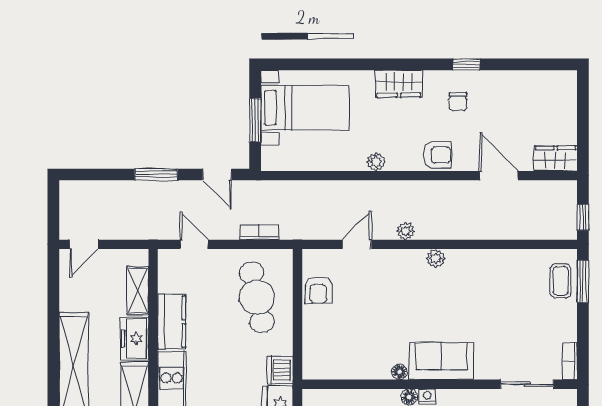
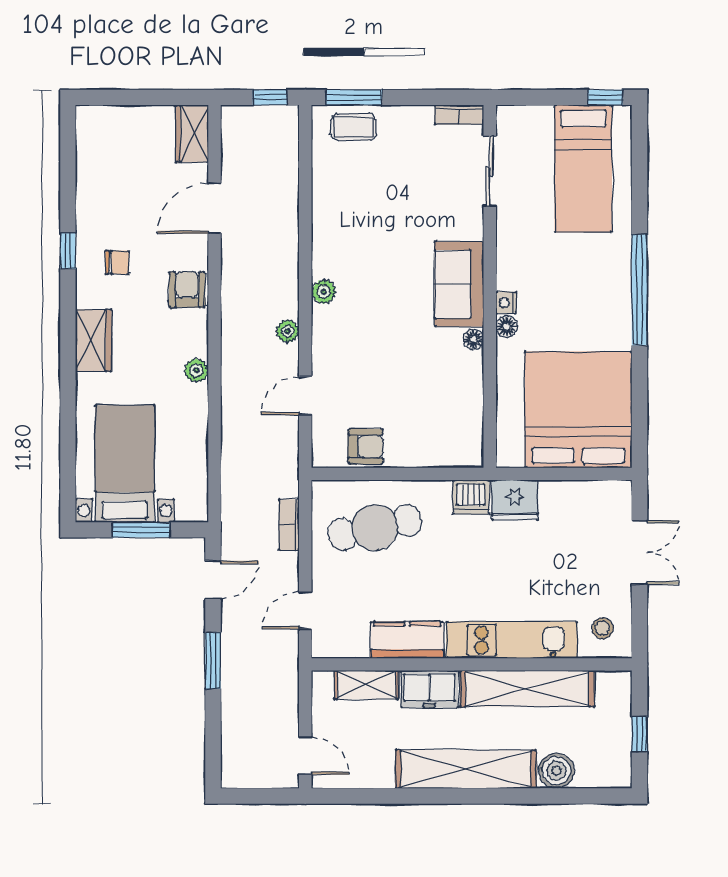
door: (357, 244) -> (305, 396), hinge flipped

